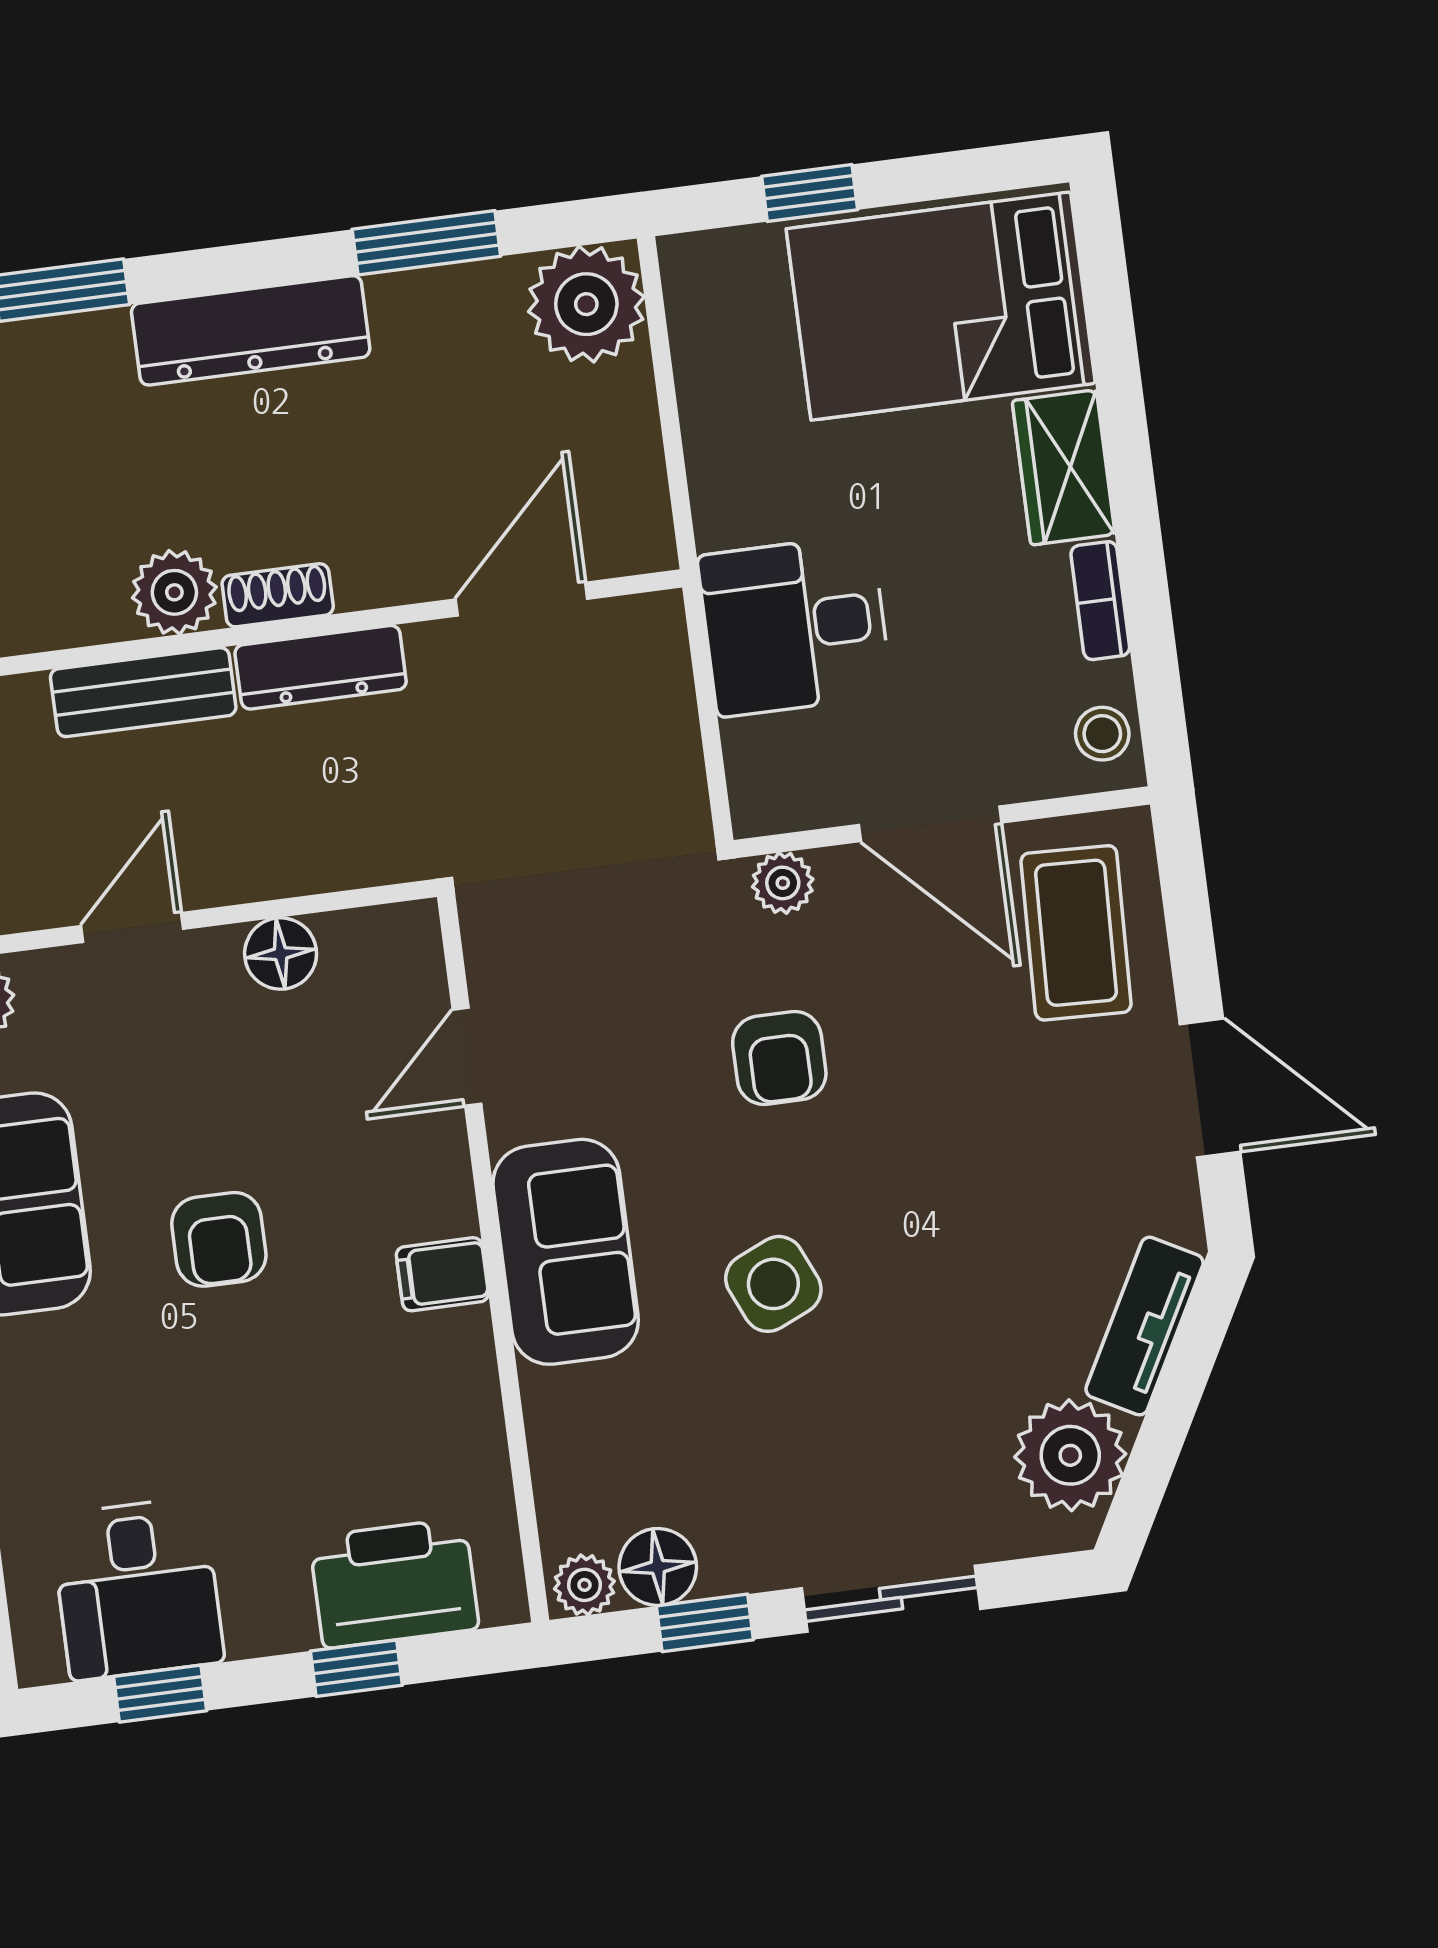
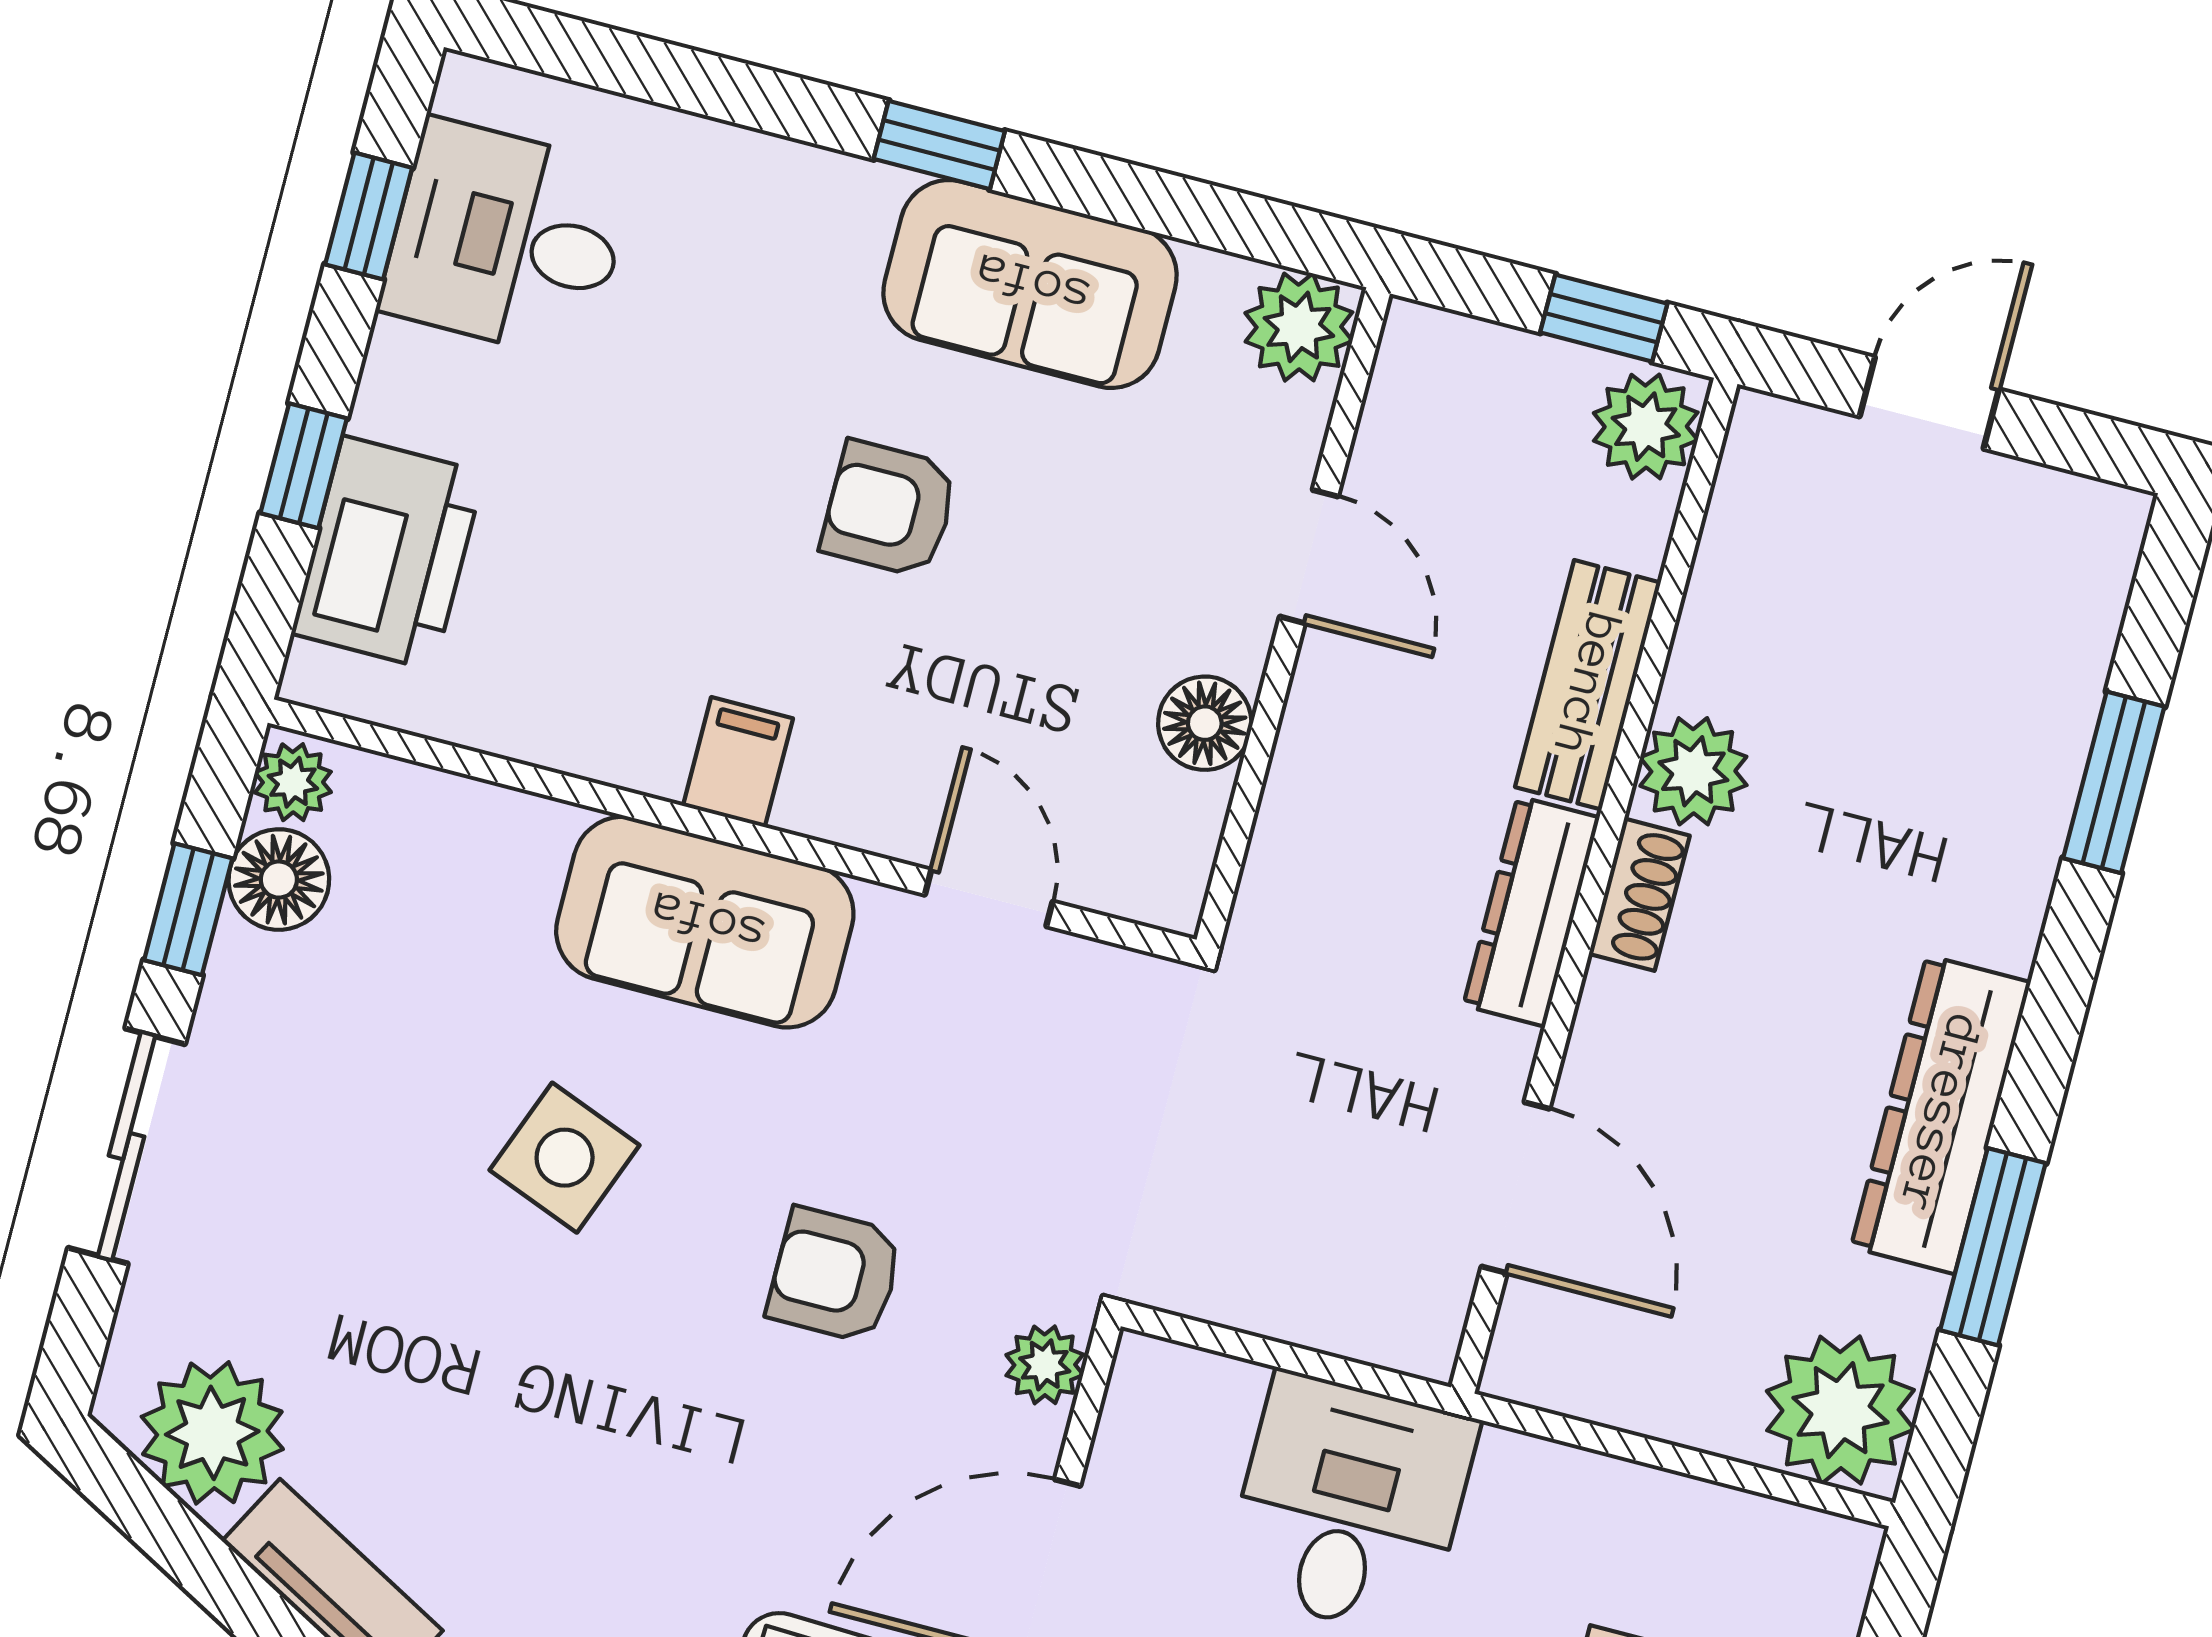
dresser: (251, 330) -> (1941, 1115), moved
side table: (773, 1284) -> (565, 1158), turned 45

